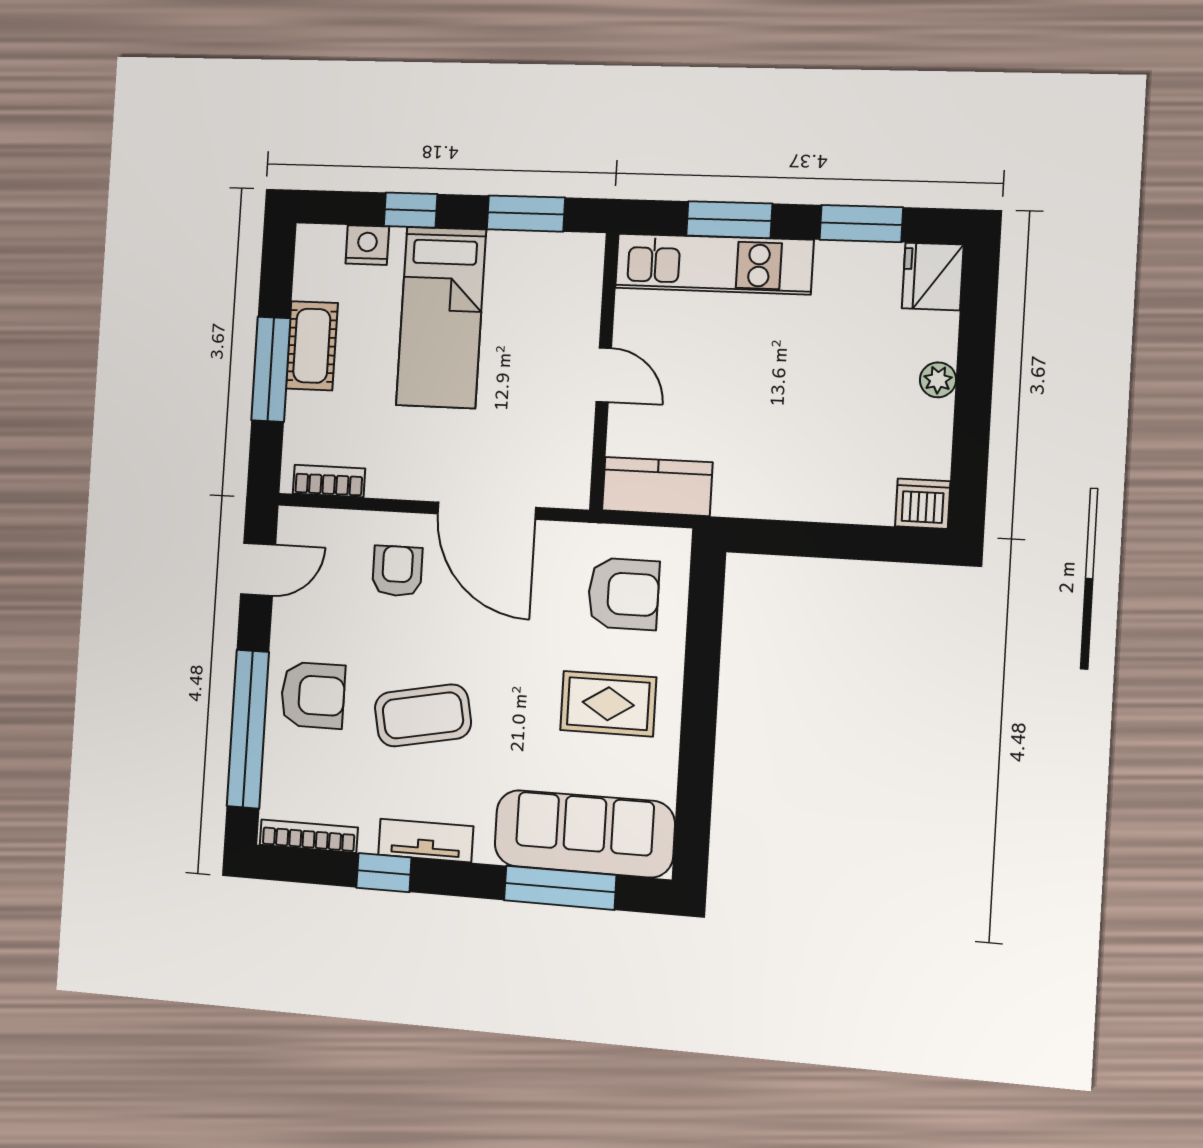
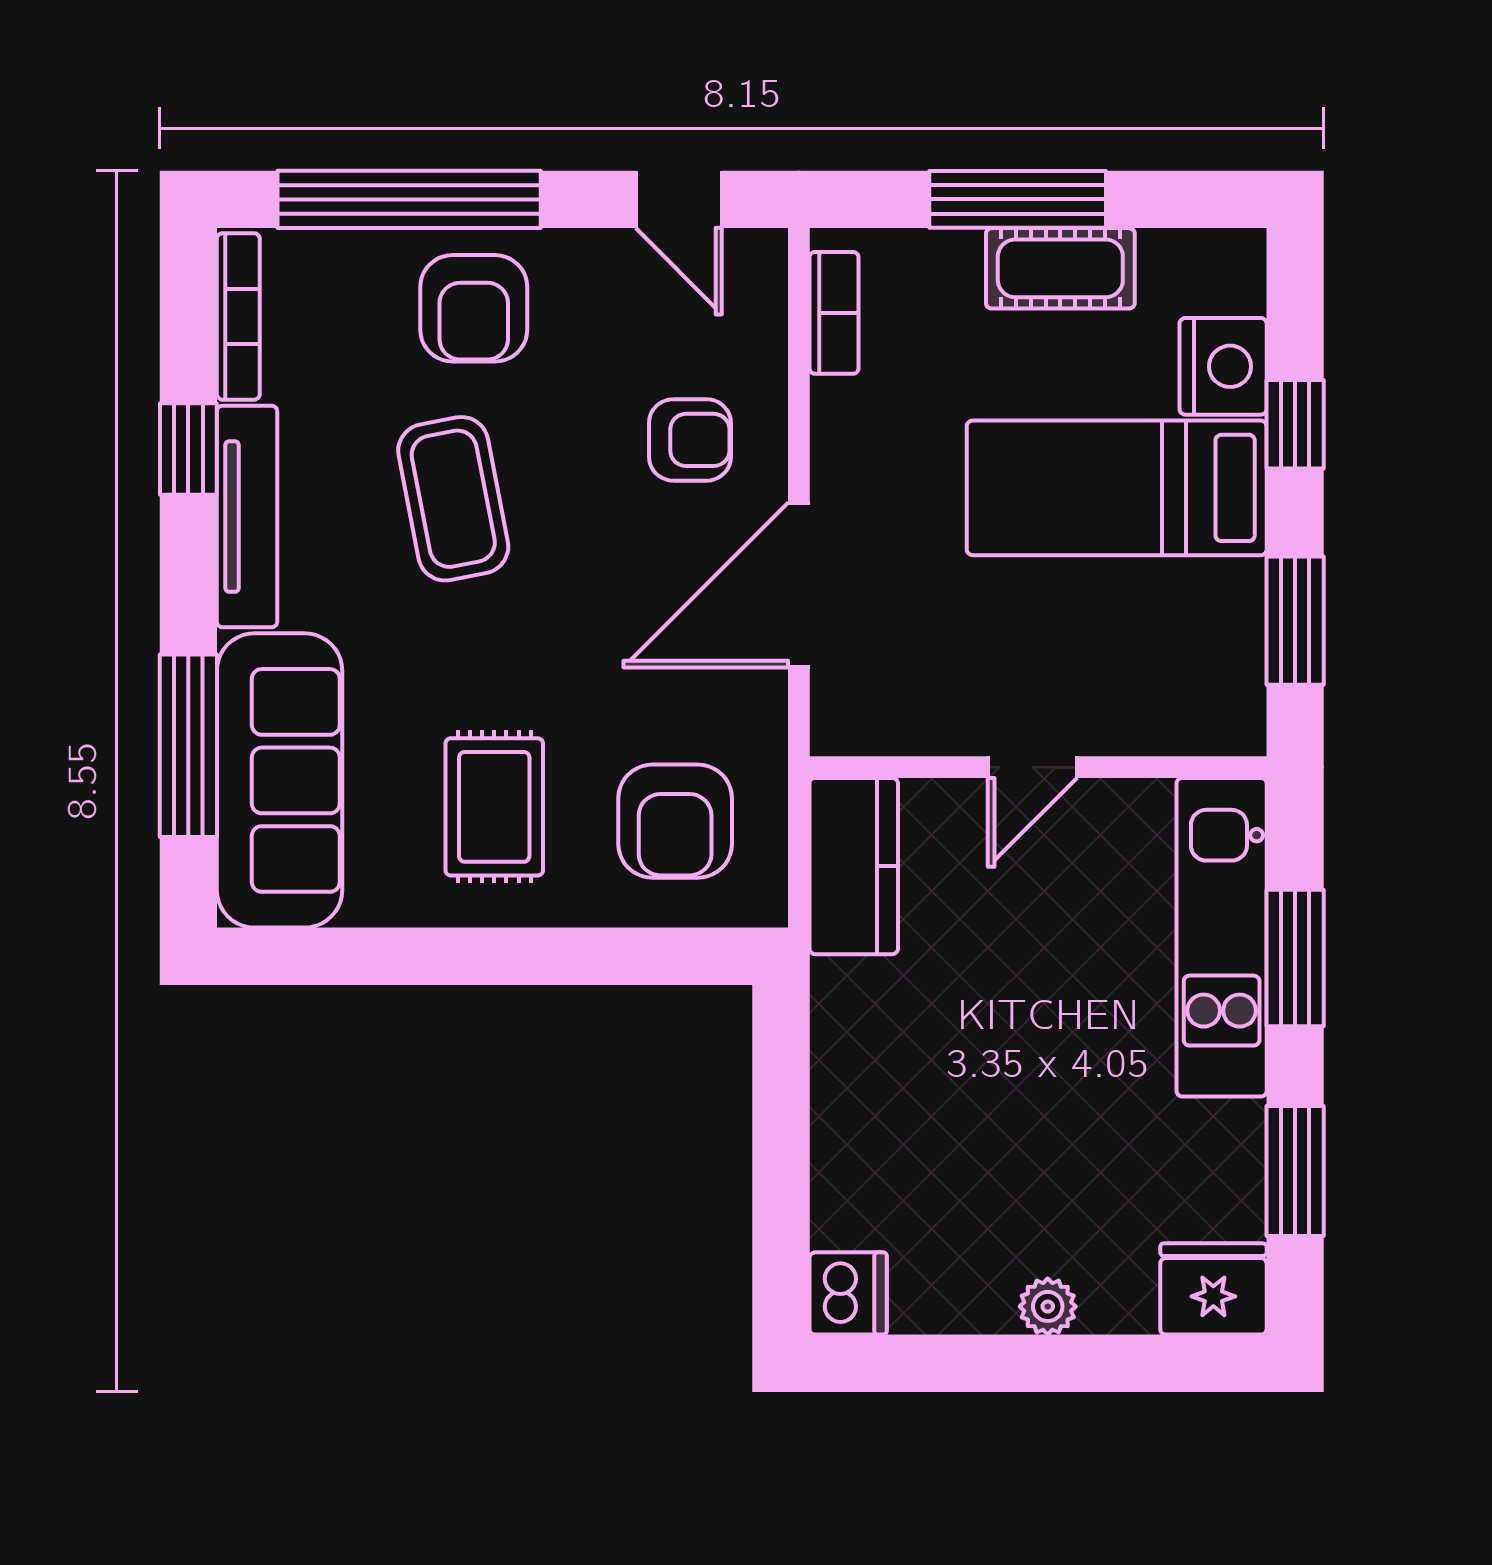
nightstand: (367, 245) -> (1223, 366), width x1.36, depth x1.33
tv unit: (426, 841) -> (247, 517), width x1.41

